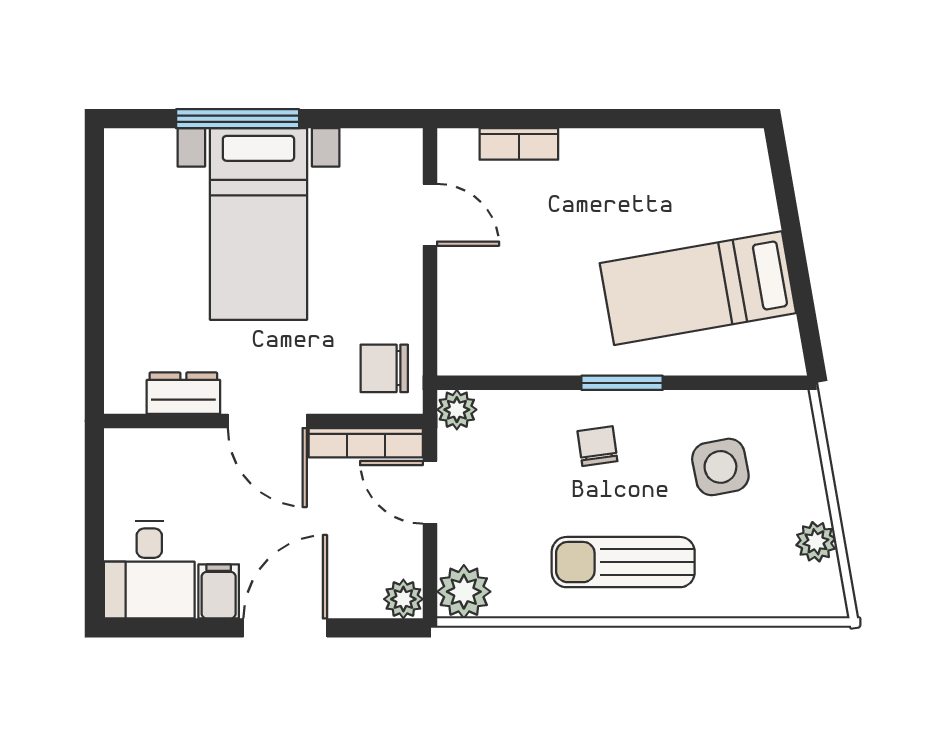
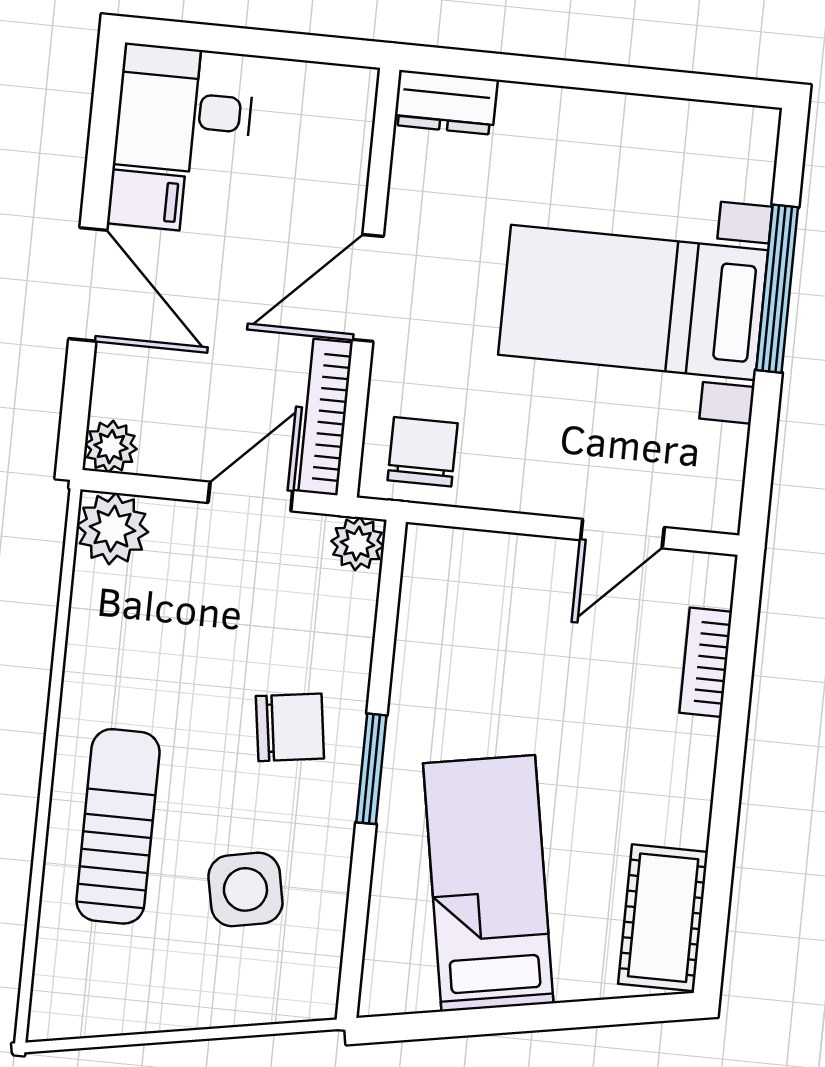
cot: (711, 157) -> (663, 918), added
dresser: (183, 393) -> (446, 102), moved, turned 90
chair: (597, 446) -> (290, 727), width x1.37, depth x1.37
plant: (816, 542) -> (132, 1007), removed
sun lounger: (623, 562) -> (118, 826), moved

